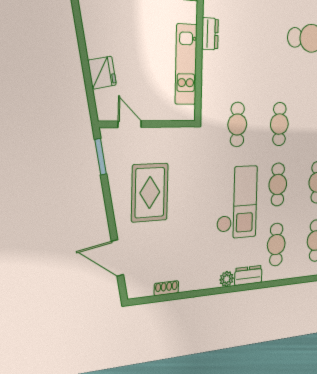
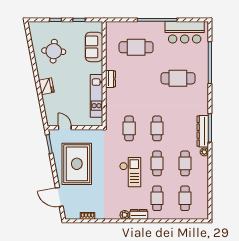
fridge: (102, 73) -> (46, 86), moved
rug: (150, 192) -> (77, 164), width x1.37, depth x1.44
checkout: (237, 202) -> (130, 172), width x0.73, depth x0.83

